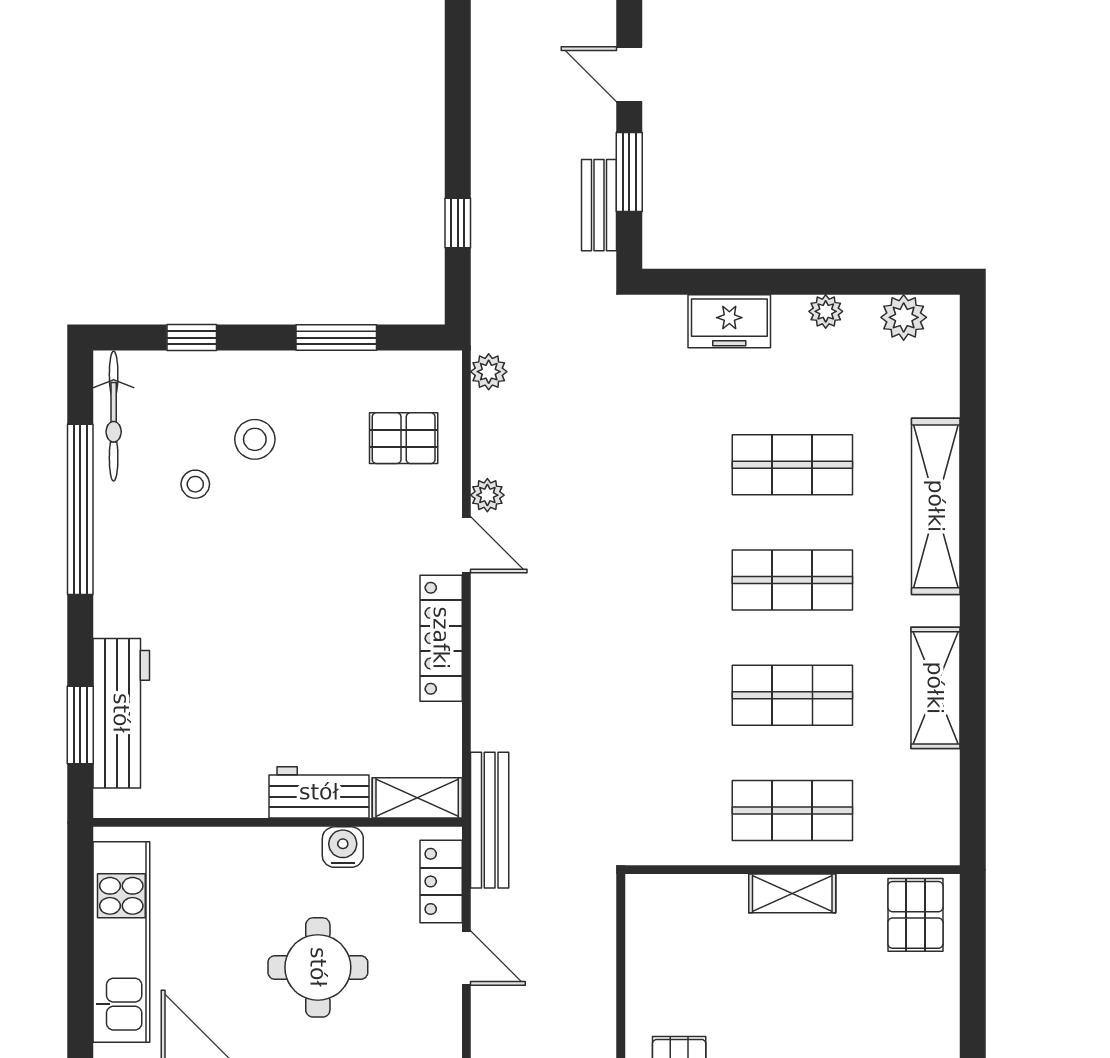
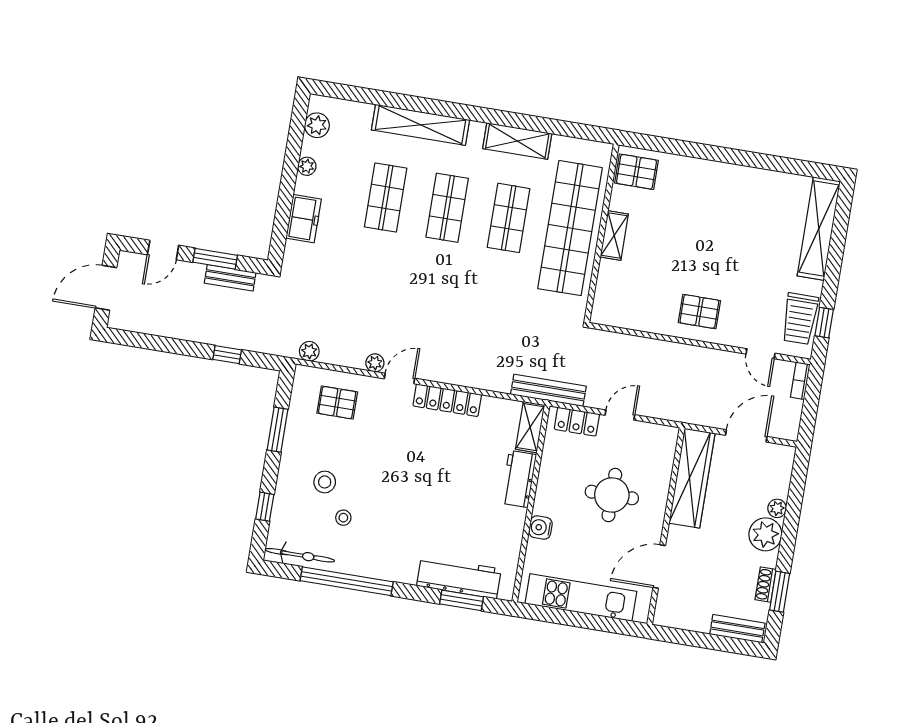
pallet: (404, 438) -> (337, 403), turned 90
shop shelf: (792, 810) -> (570, 228), width x2.00, depth x1.36
water cooler: (343, 847) -> (540, 528), moved

